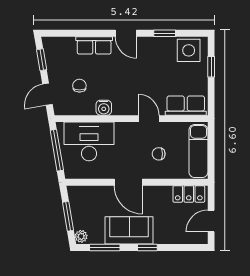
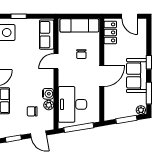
plant: (88, 109) -> (49, 105), added

